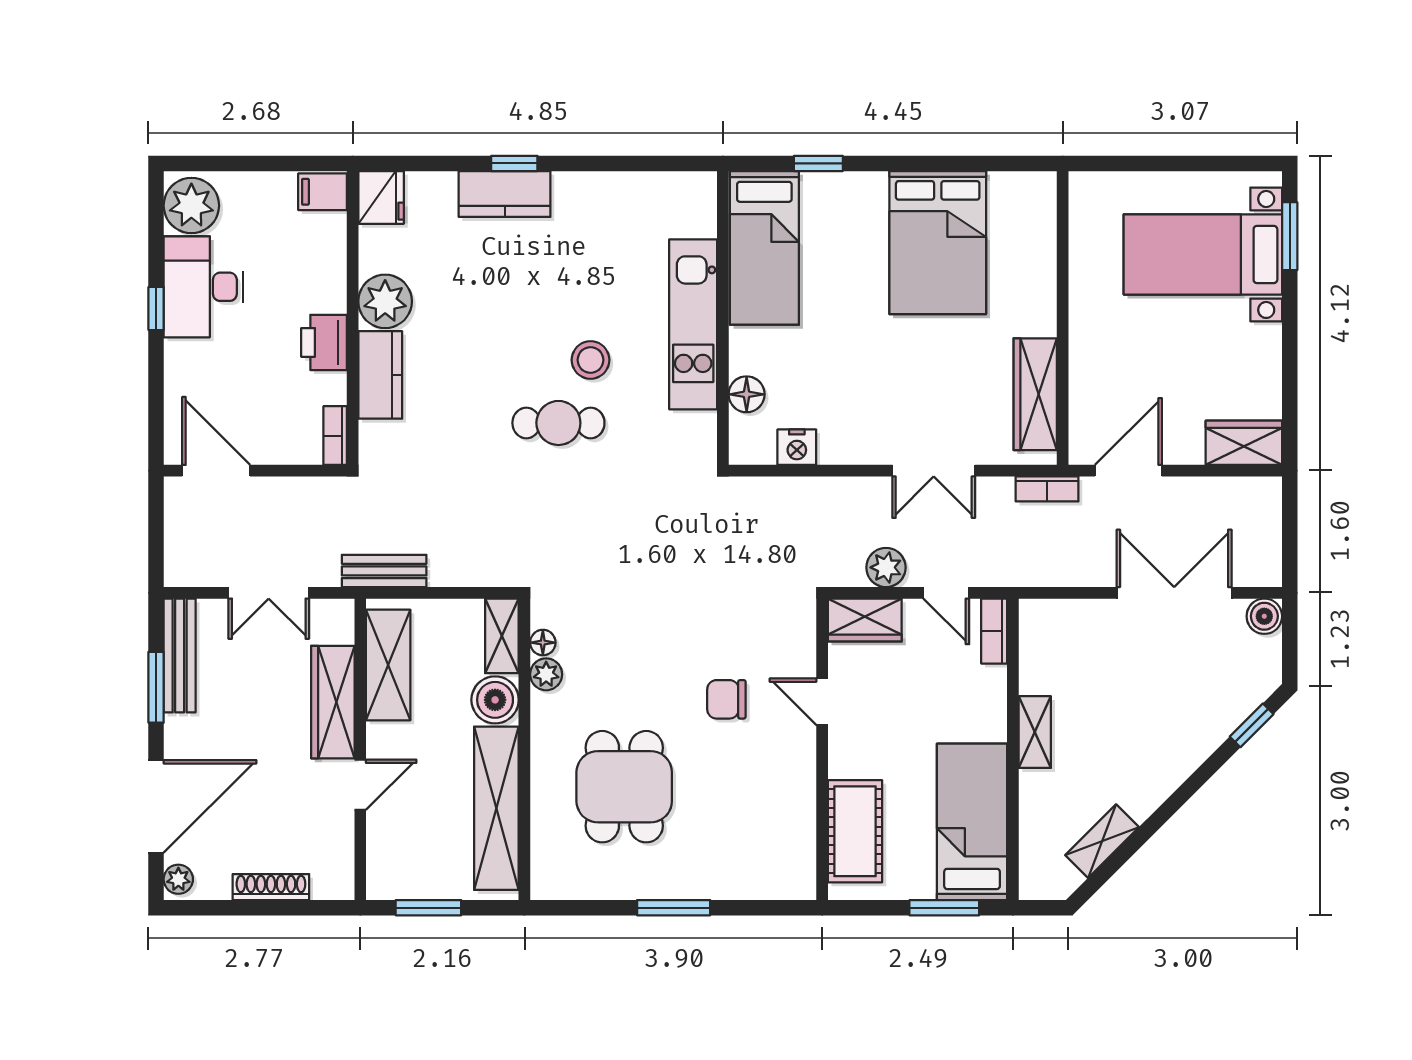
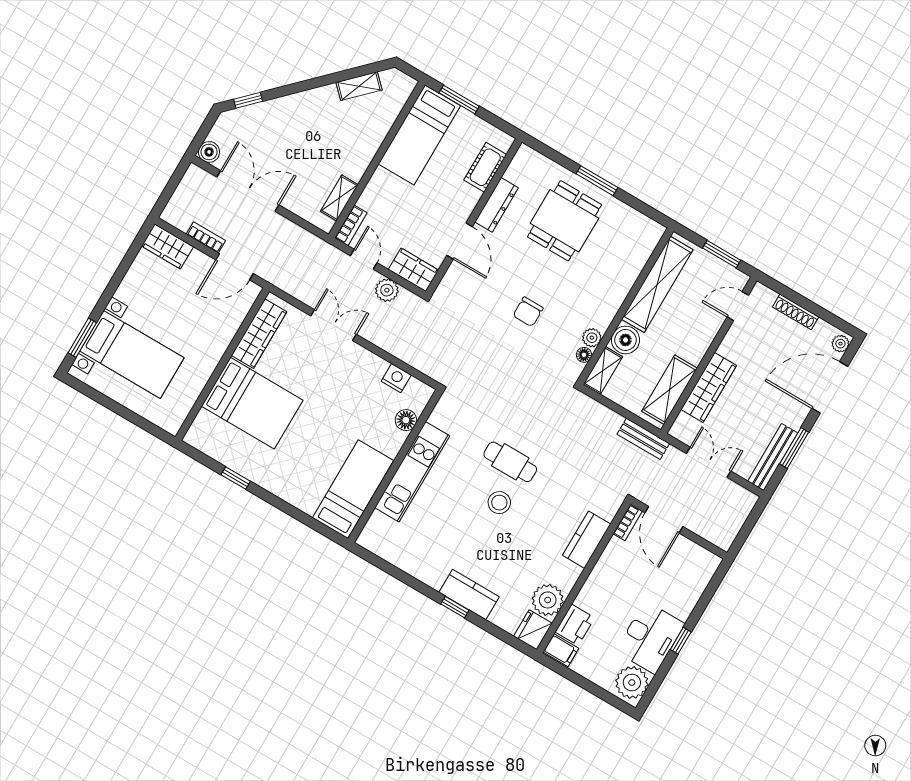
window: (818, 163) -> (236, 478), moved
bed: (938, 243) -> (252, 403), moved, turned 90
plant: (385, 301) -> (548, 600), moved
printer: (324, 342) -> (575, 625), moved
stool: (591, 360) -> (499, 503), moved
door: (216, 471) -> (664, 520), moved
bookcase: (1047, 489) -> (206, 237), moved
double door: (1174, 593) -> (248, 191), swing flipped
chair: (726, 699) -> (528, 312), moved, turned 90
door: (822, 702) -> (460, 241), width x1.38
shelving: (1035, 732) -> (339, 198), moved
door: (360, 785) -> (738, 306), moved
dresser: (799, 786) -> (497, 205), added
dining table: (624, 787) -> (564, 221), moved
cot: (855, 831) -> (485, 167), width x0.73, depth x0.75

